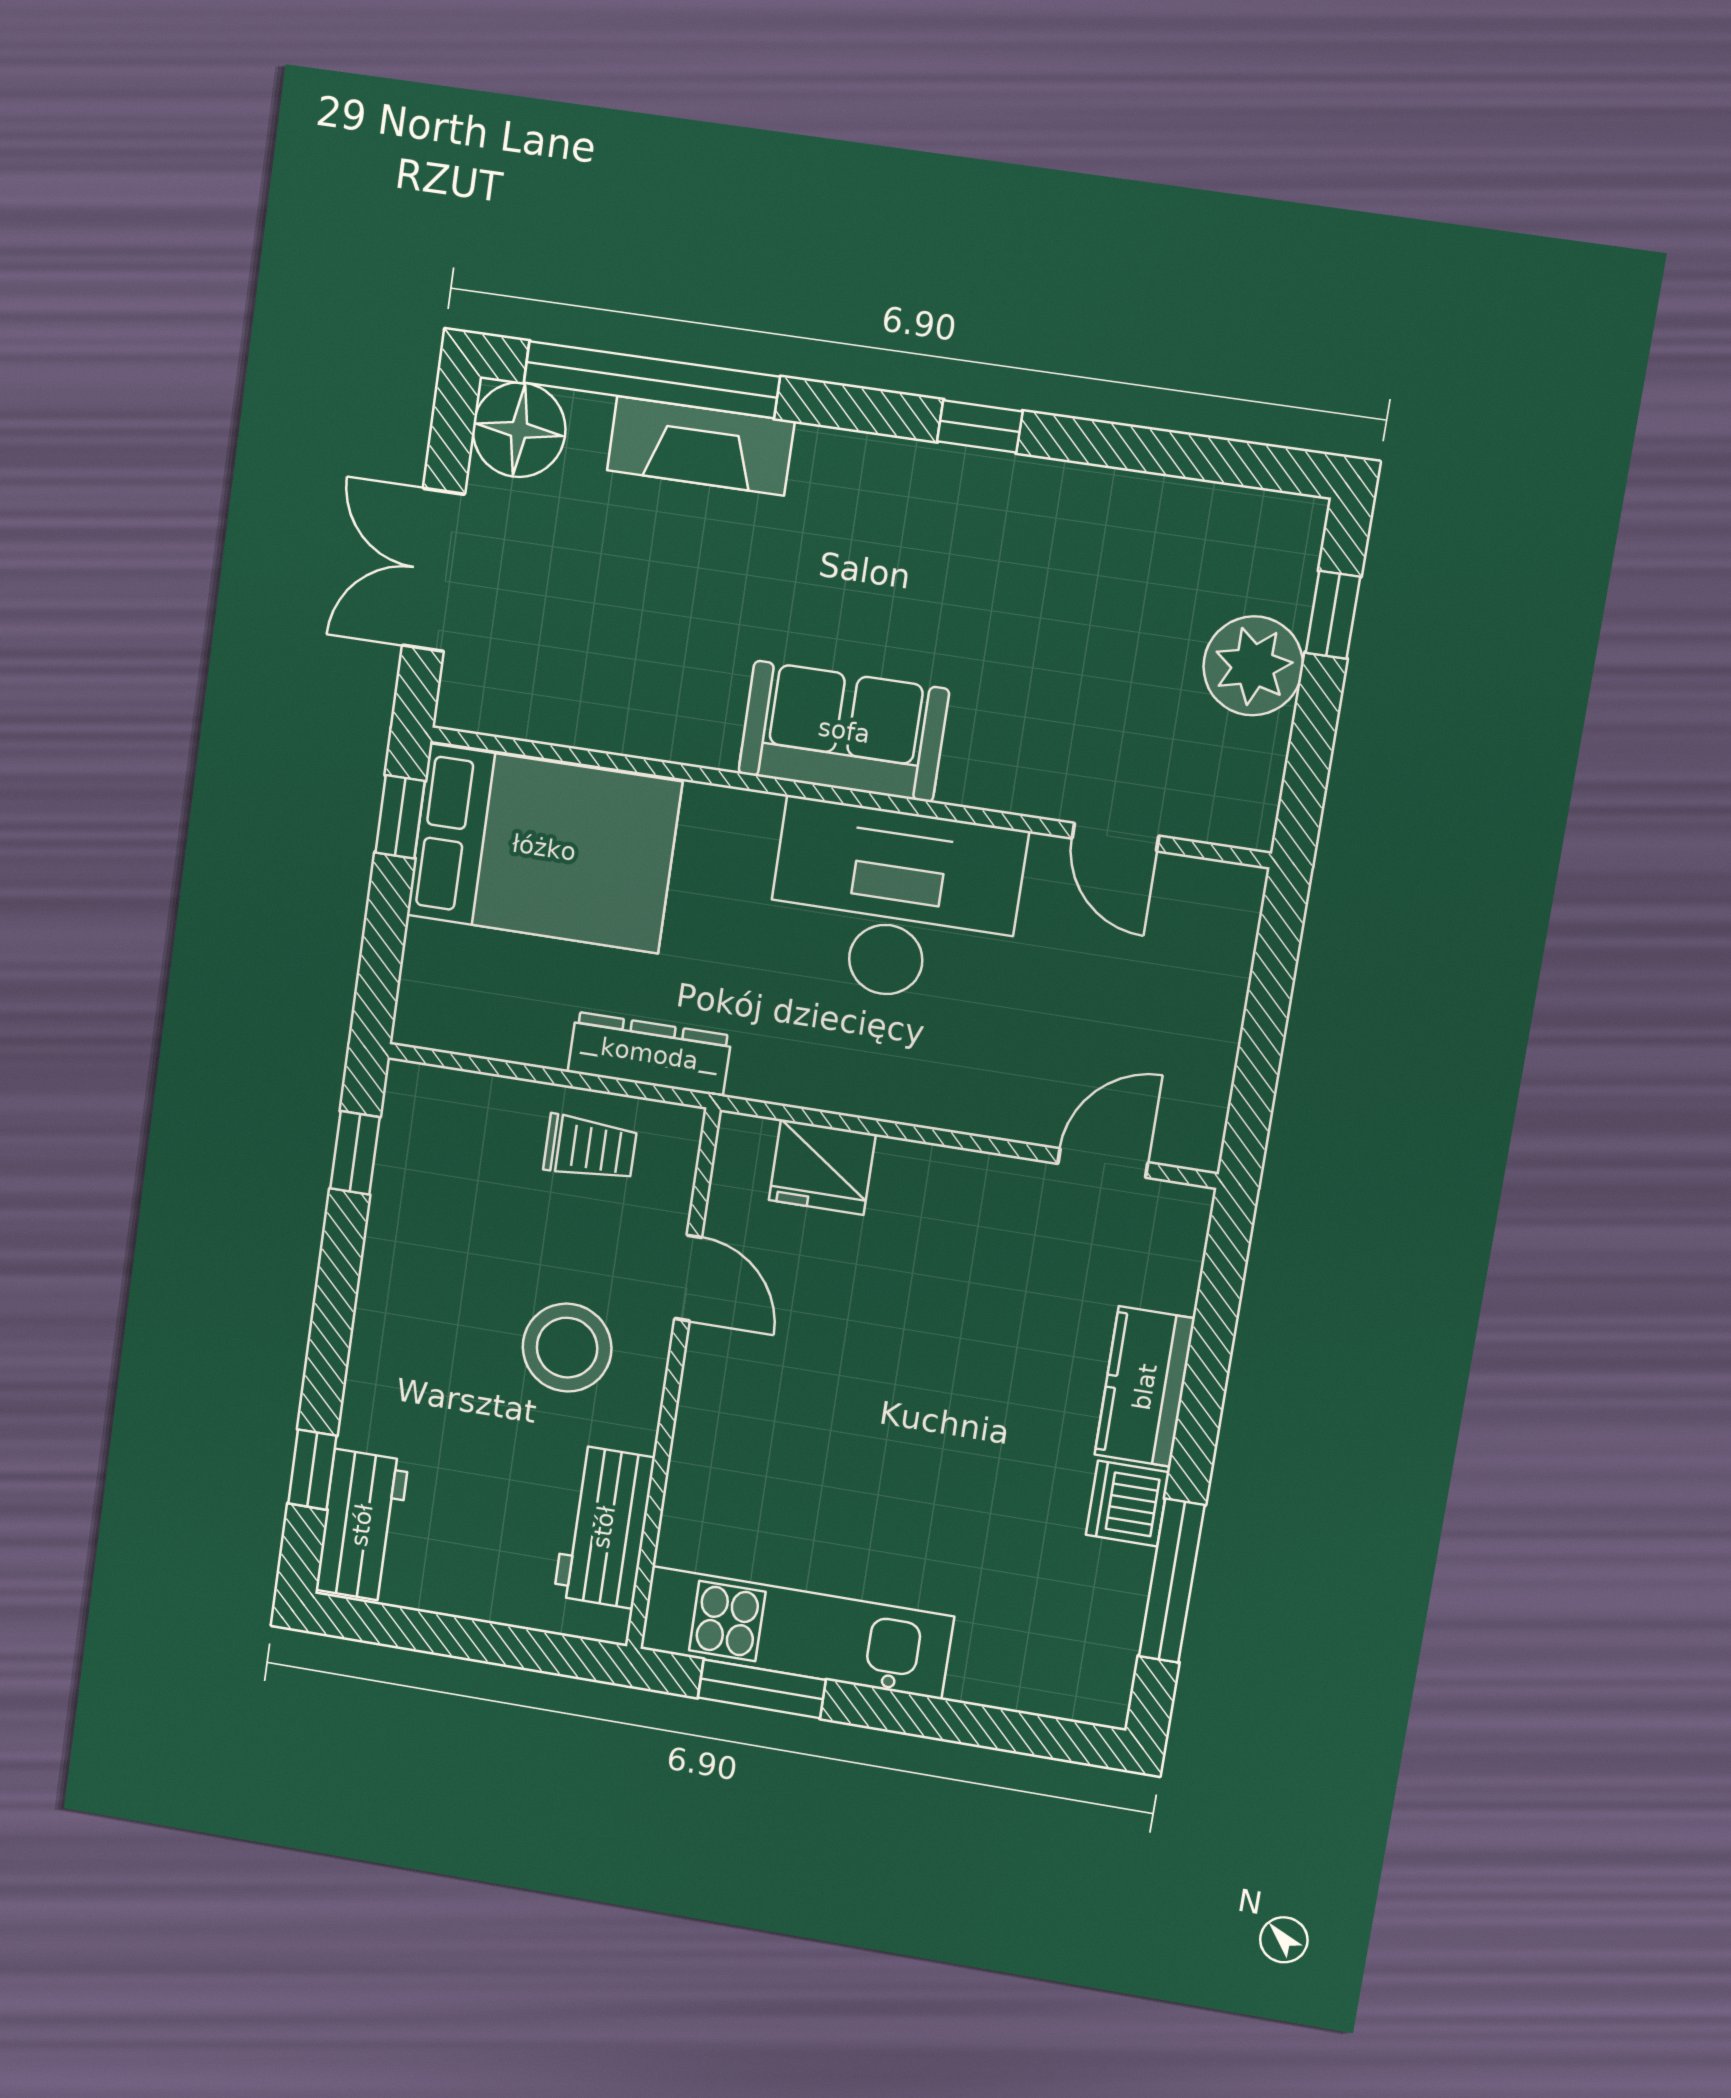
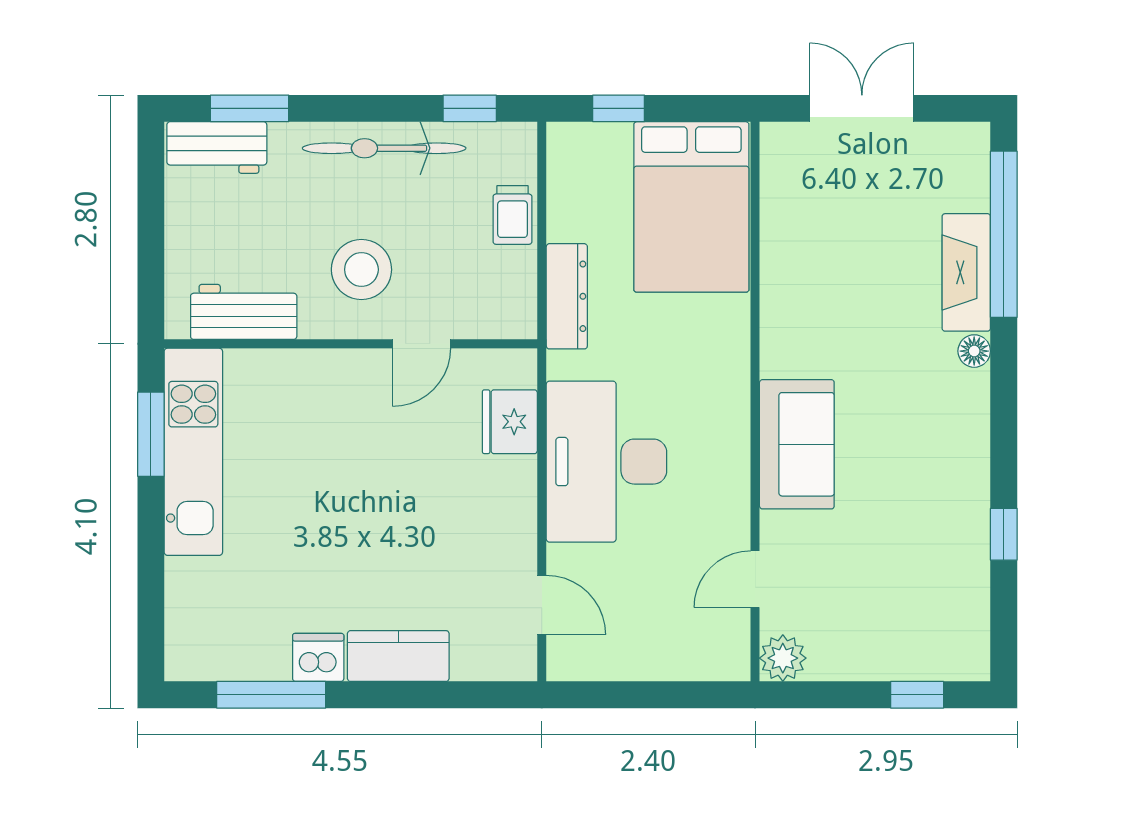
window: (980, 426) -> (1004, 534), moved
floor lamp: (519, 430) -> (974, 351), moved, width x0.53, depth x0.53
plant: (1253, 666) -> (783, 658), moved, width x0.73, depth x0.73
sofa: (844, 731) -> (797, 444), moved
window: (400, 817) -> (619, 108), moved
desk: (894, 904) -> (606, 462), moved, turned 180
trolley: (590, 1148) -> (512, 215), moved
bicycle: (396, 1286) -> (384, 148), added
window: (312, 1470) -> (250, 108), width x1.50

